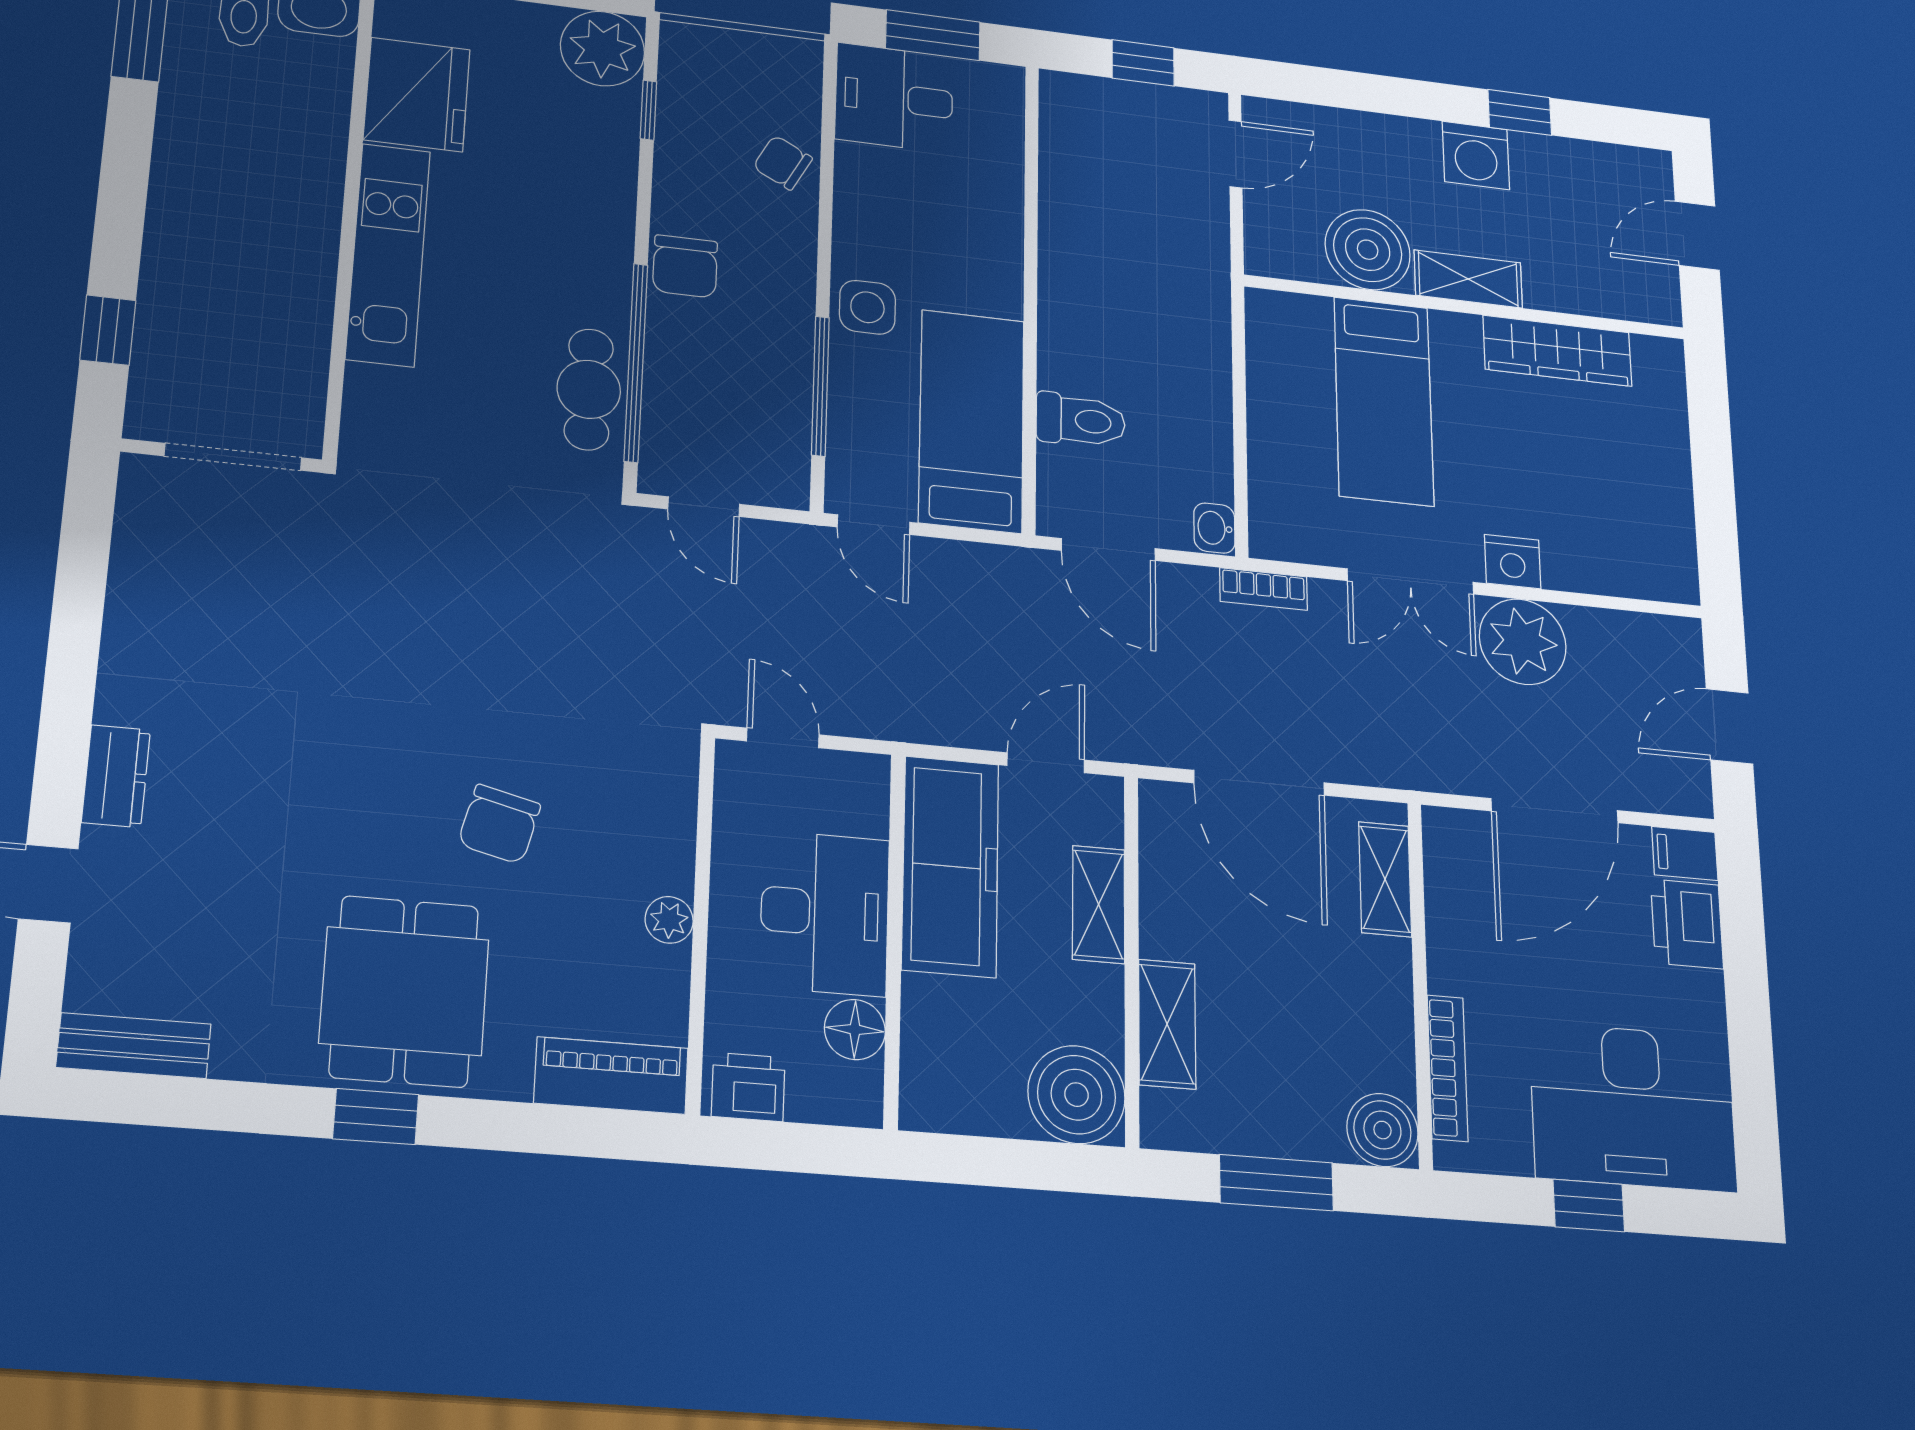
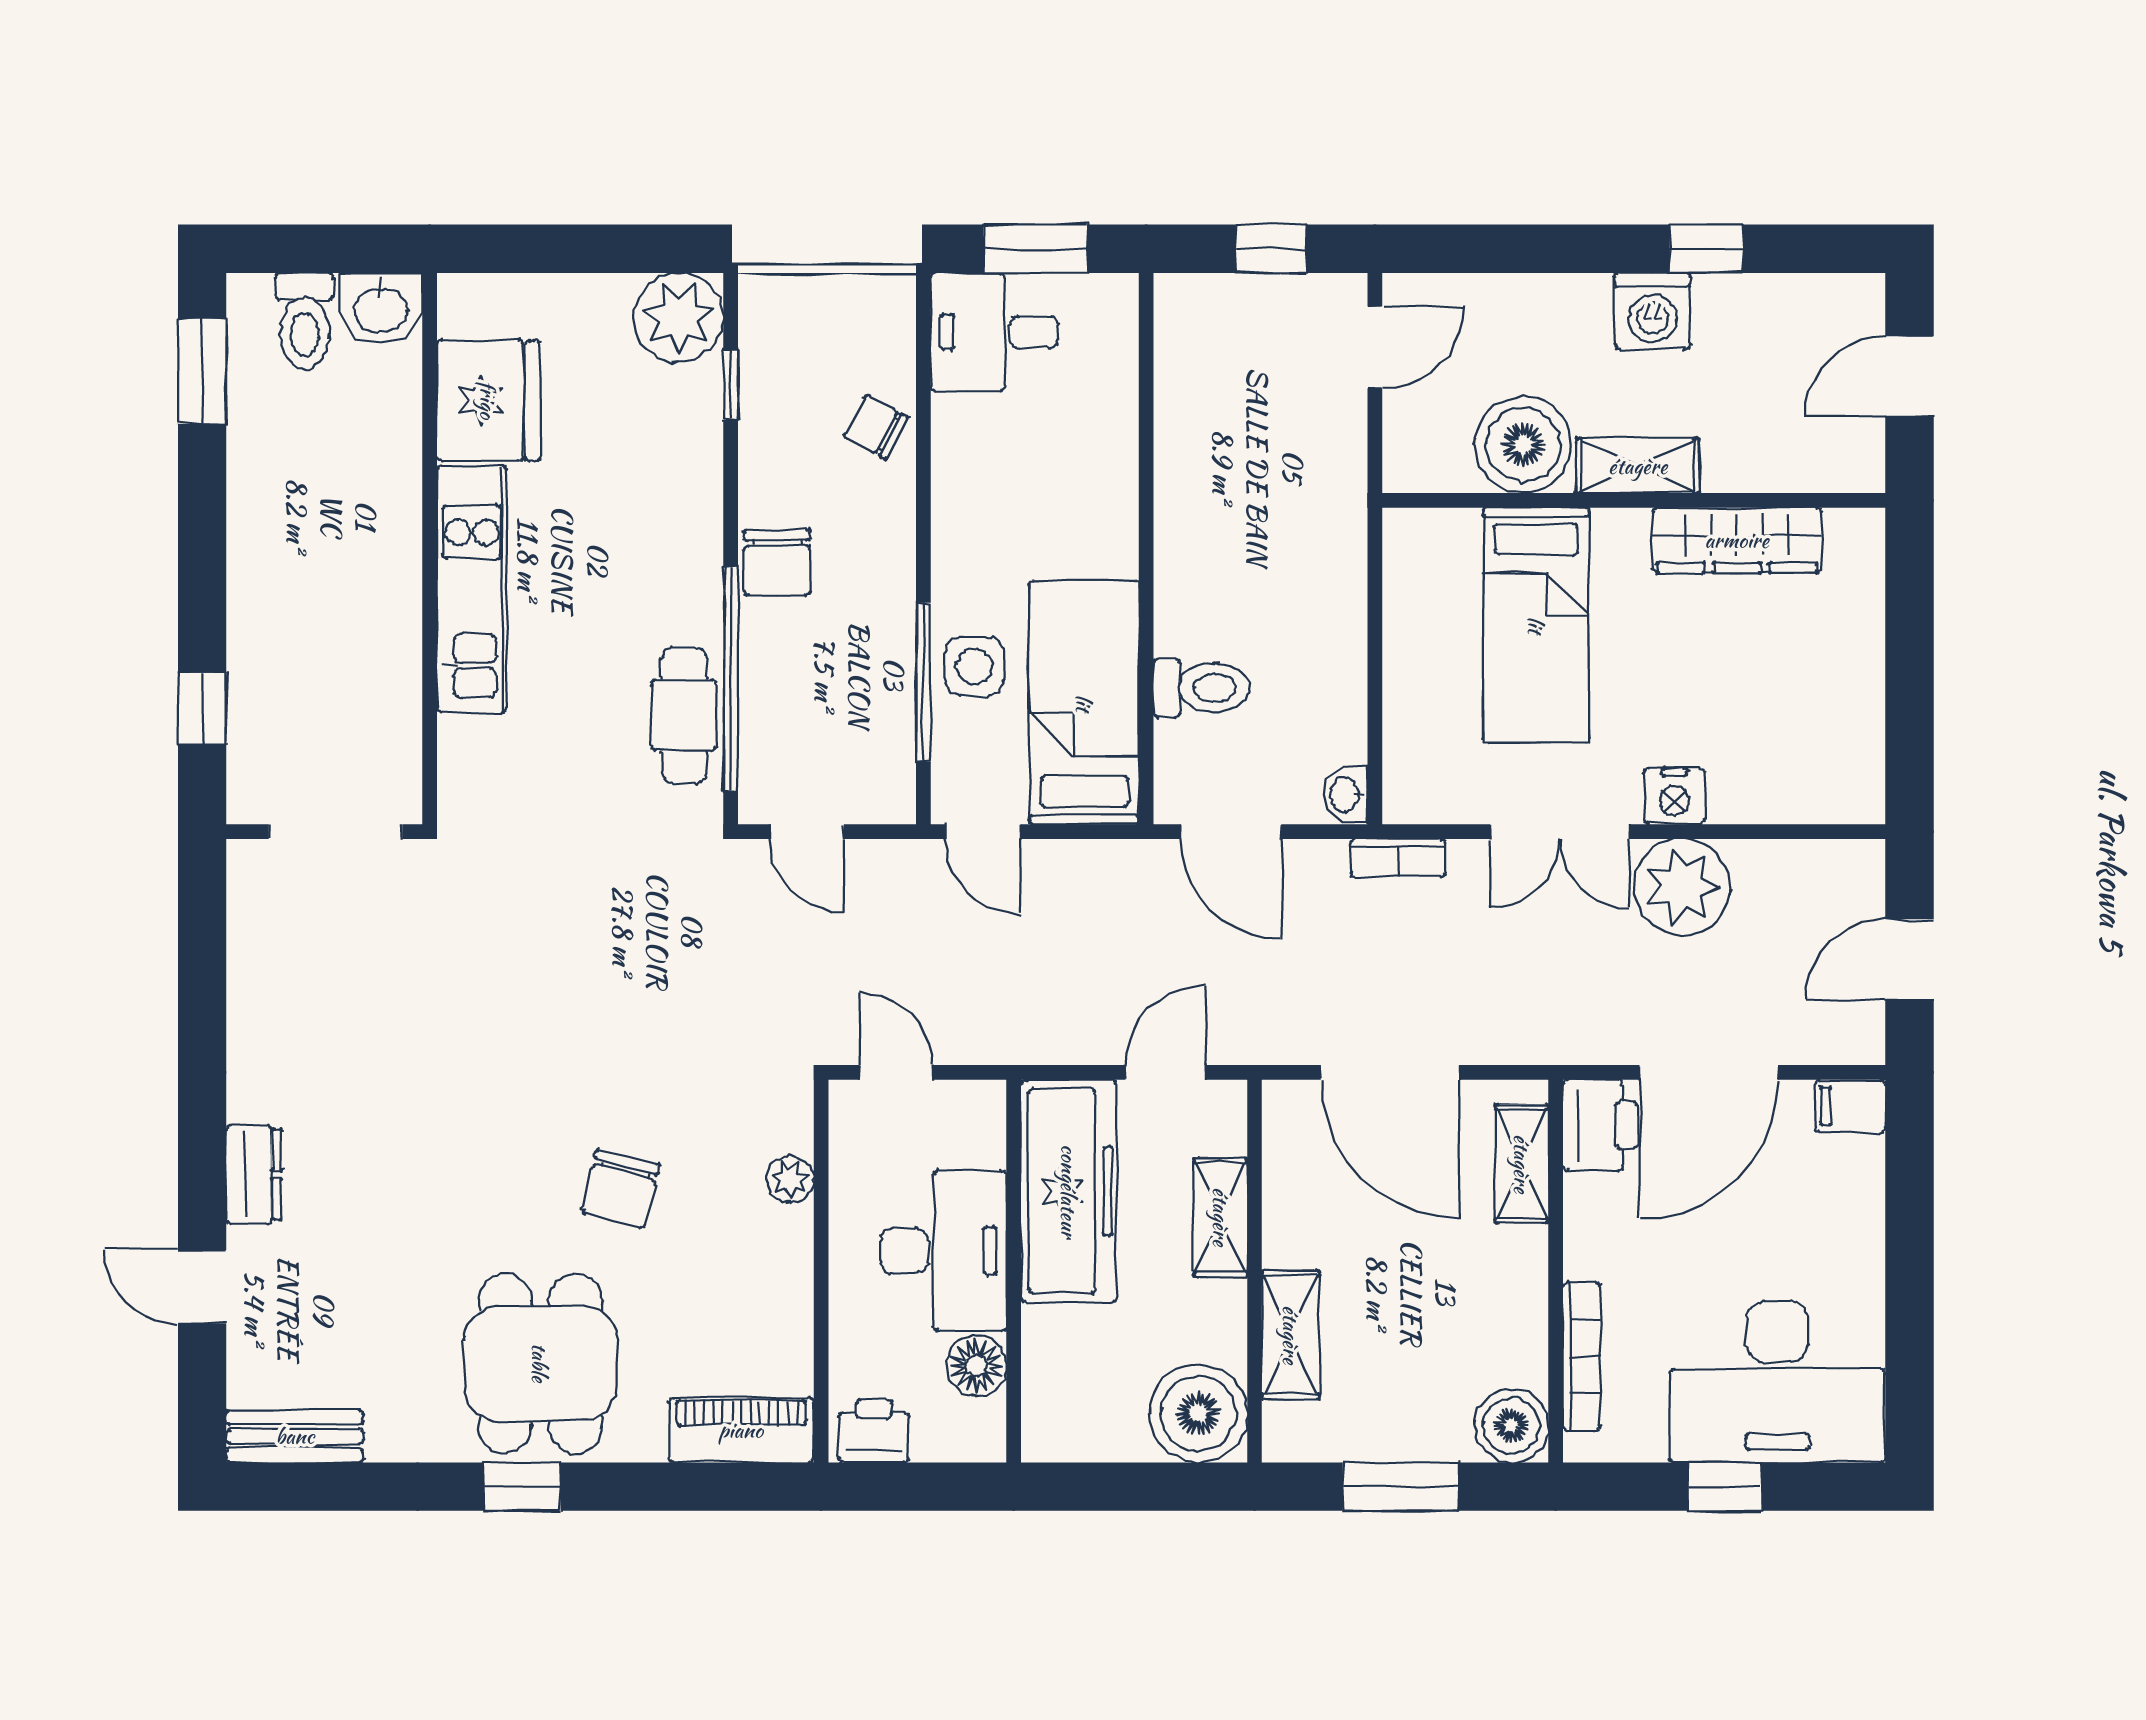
side table: (867, 307) -> (974, 666), moved
plant: (669, 920) -> (790, 1179), moved
printer: (1687, 924) -> (1600, 1125), moved, turned 180

